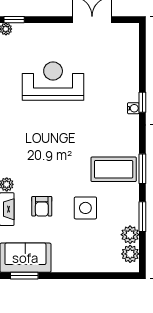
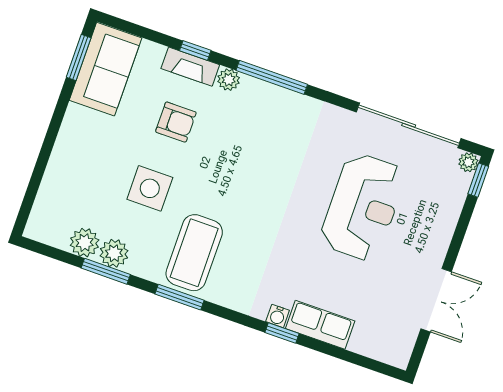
row of seats: (130, 82) -> (320, 325), added
armchair: (42, 206) -> (176, 122), turned 180
plant: (130, 254) -> (114, 253), moved

